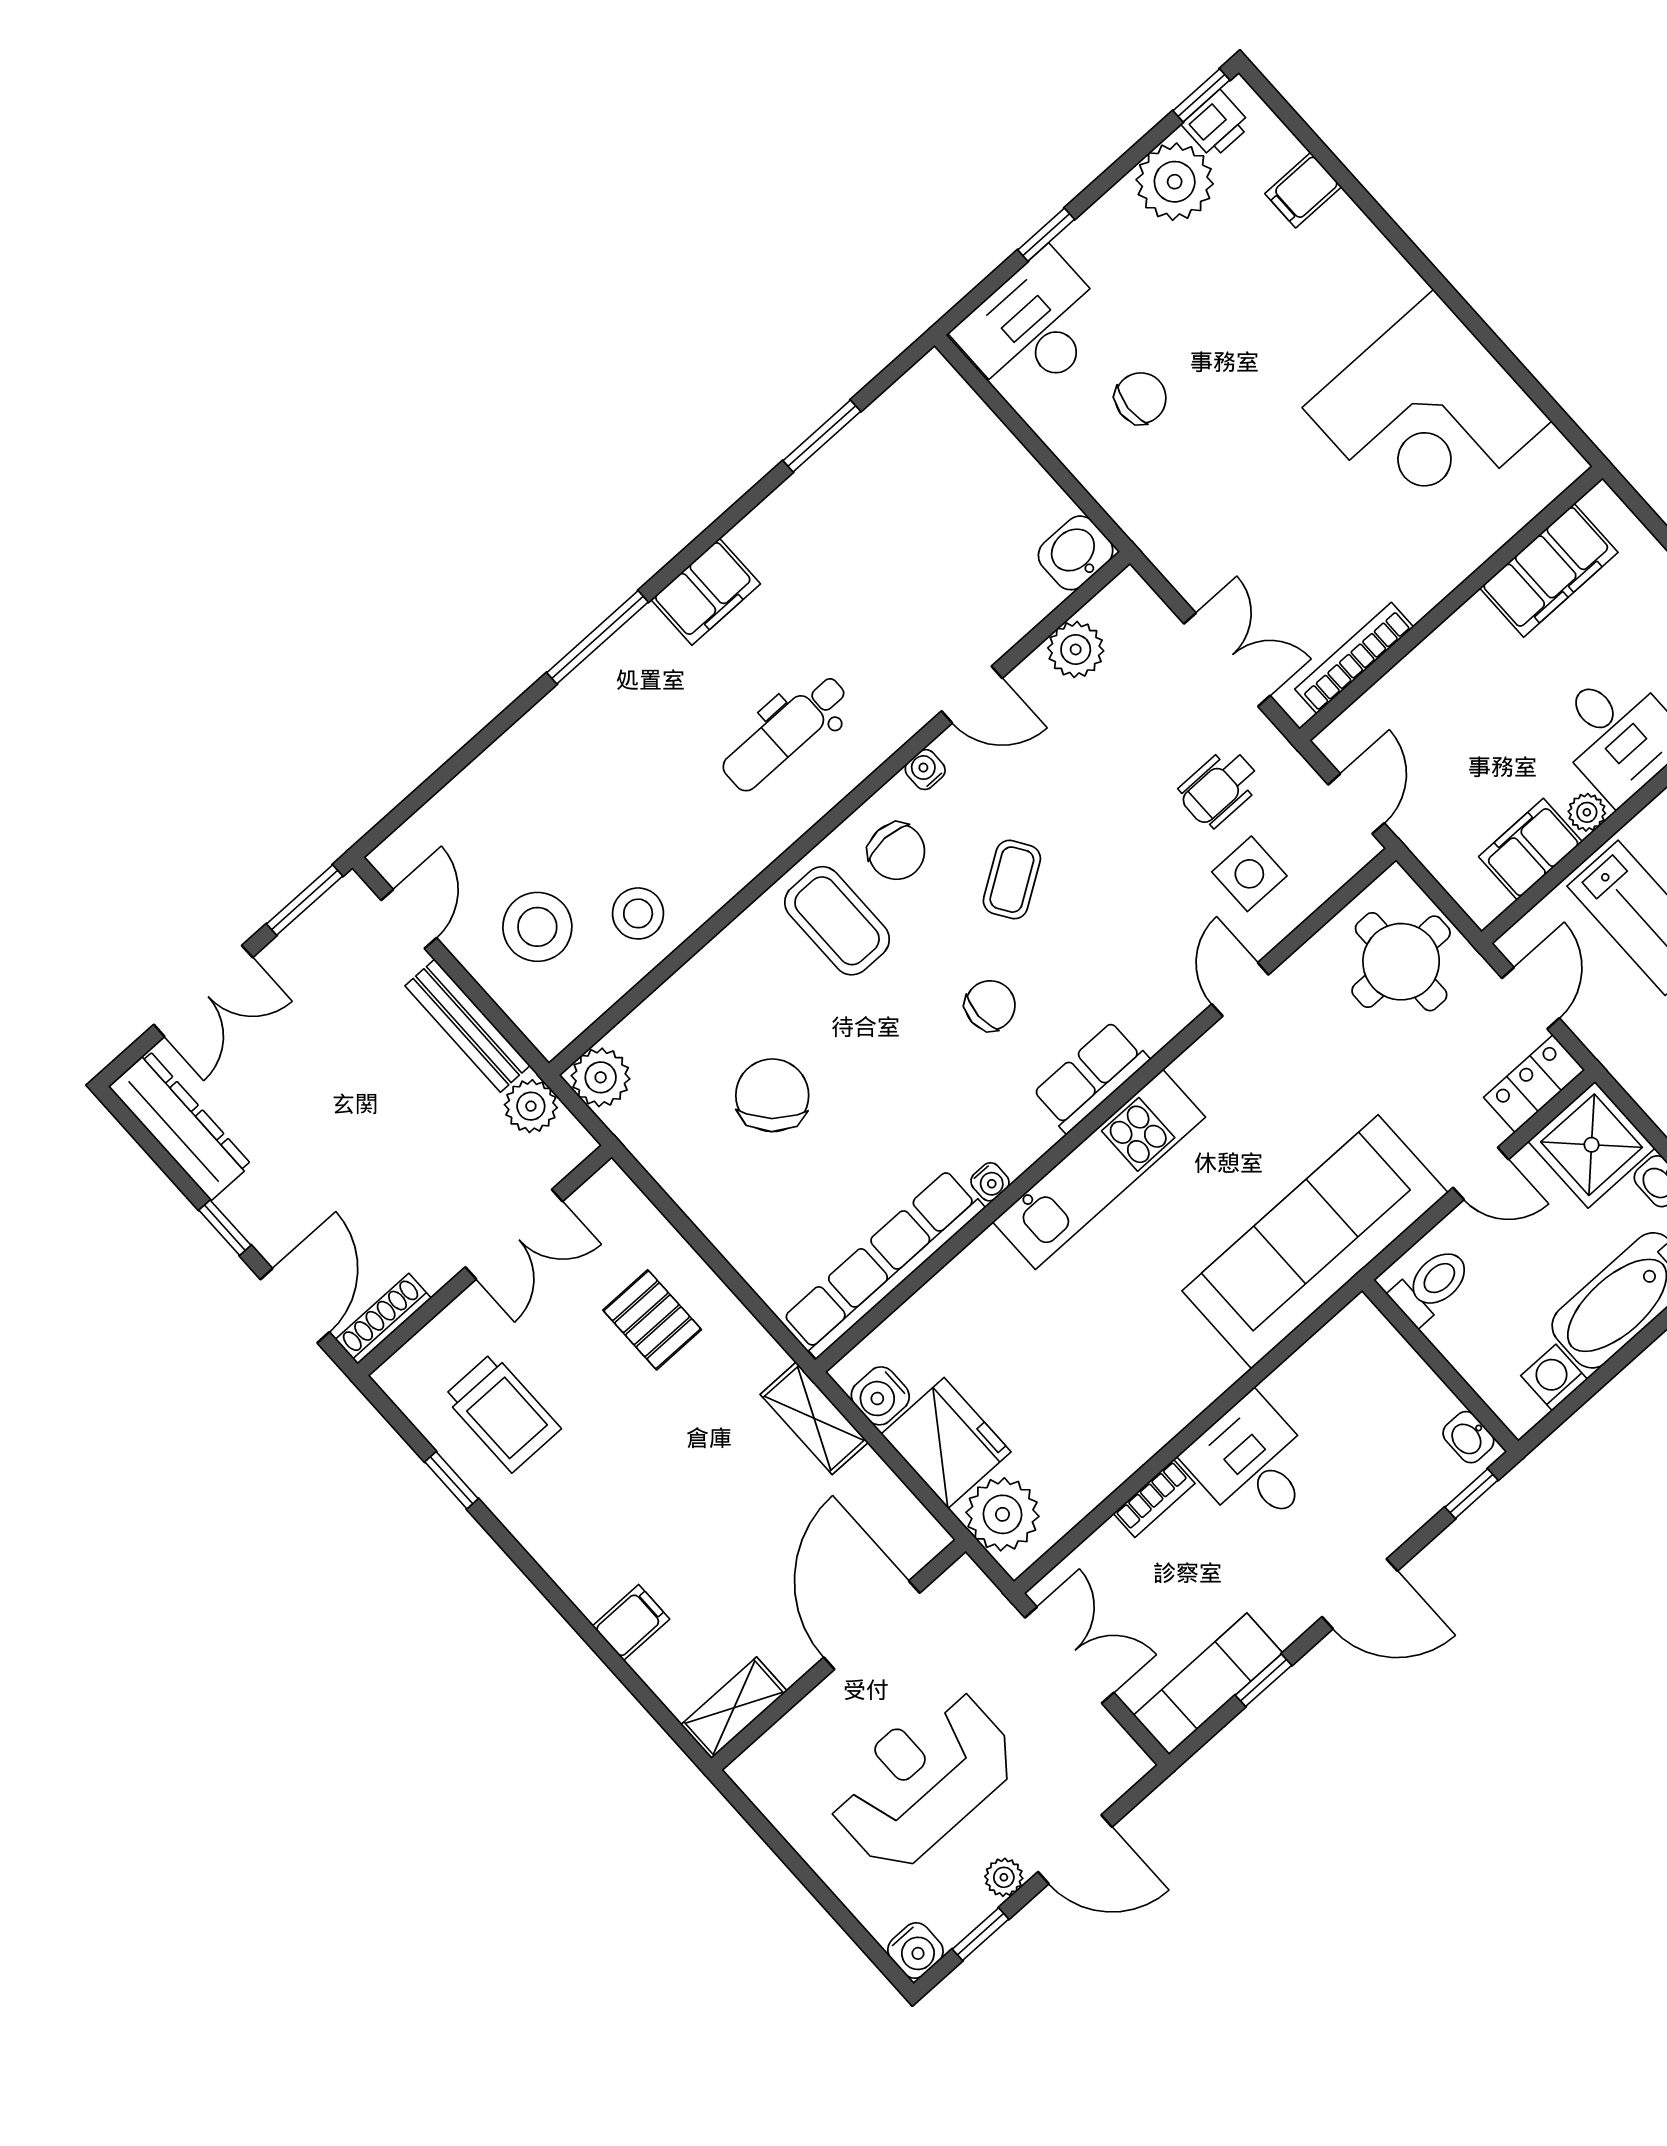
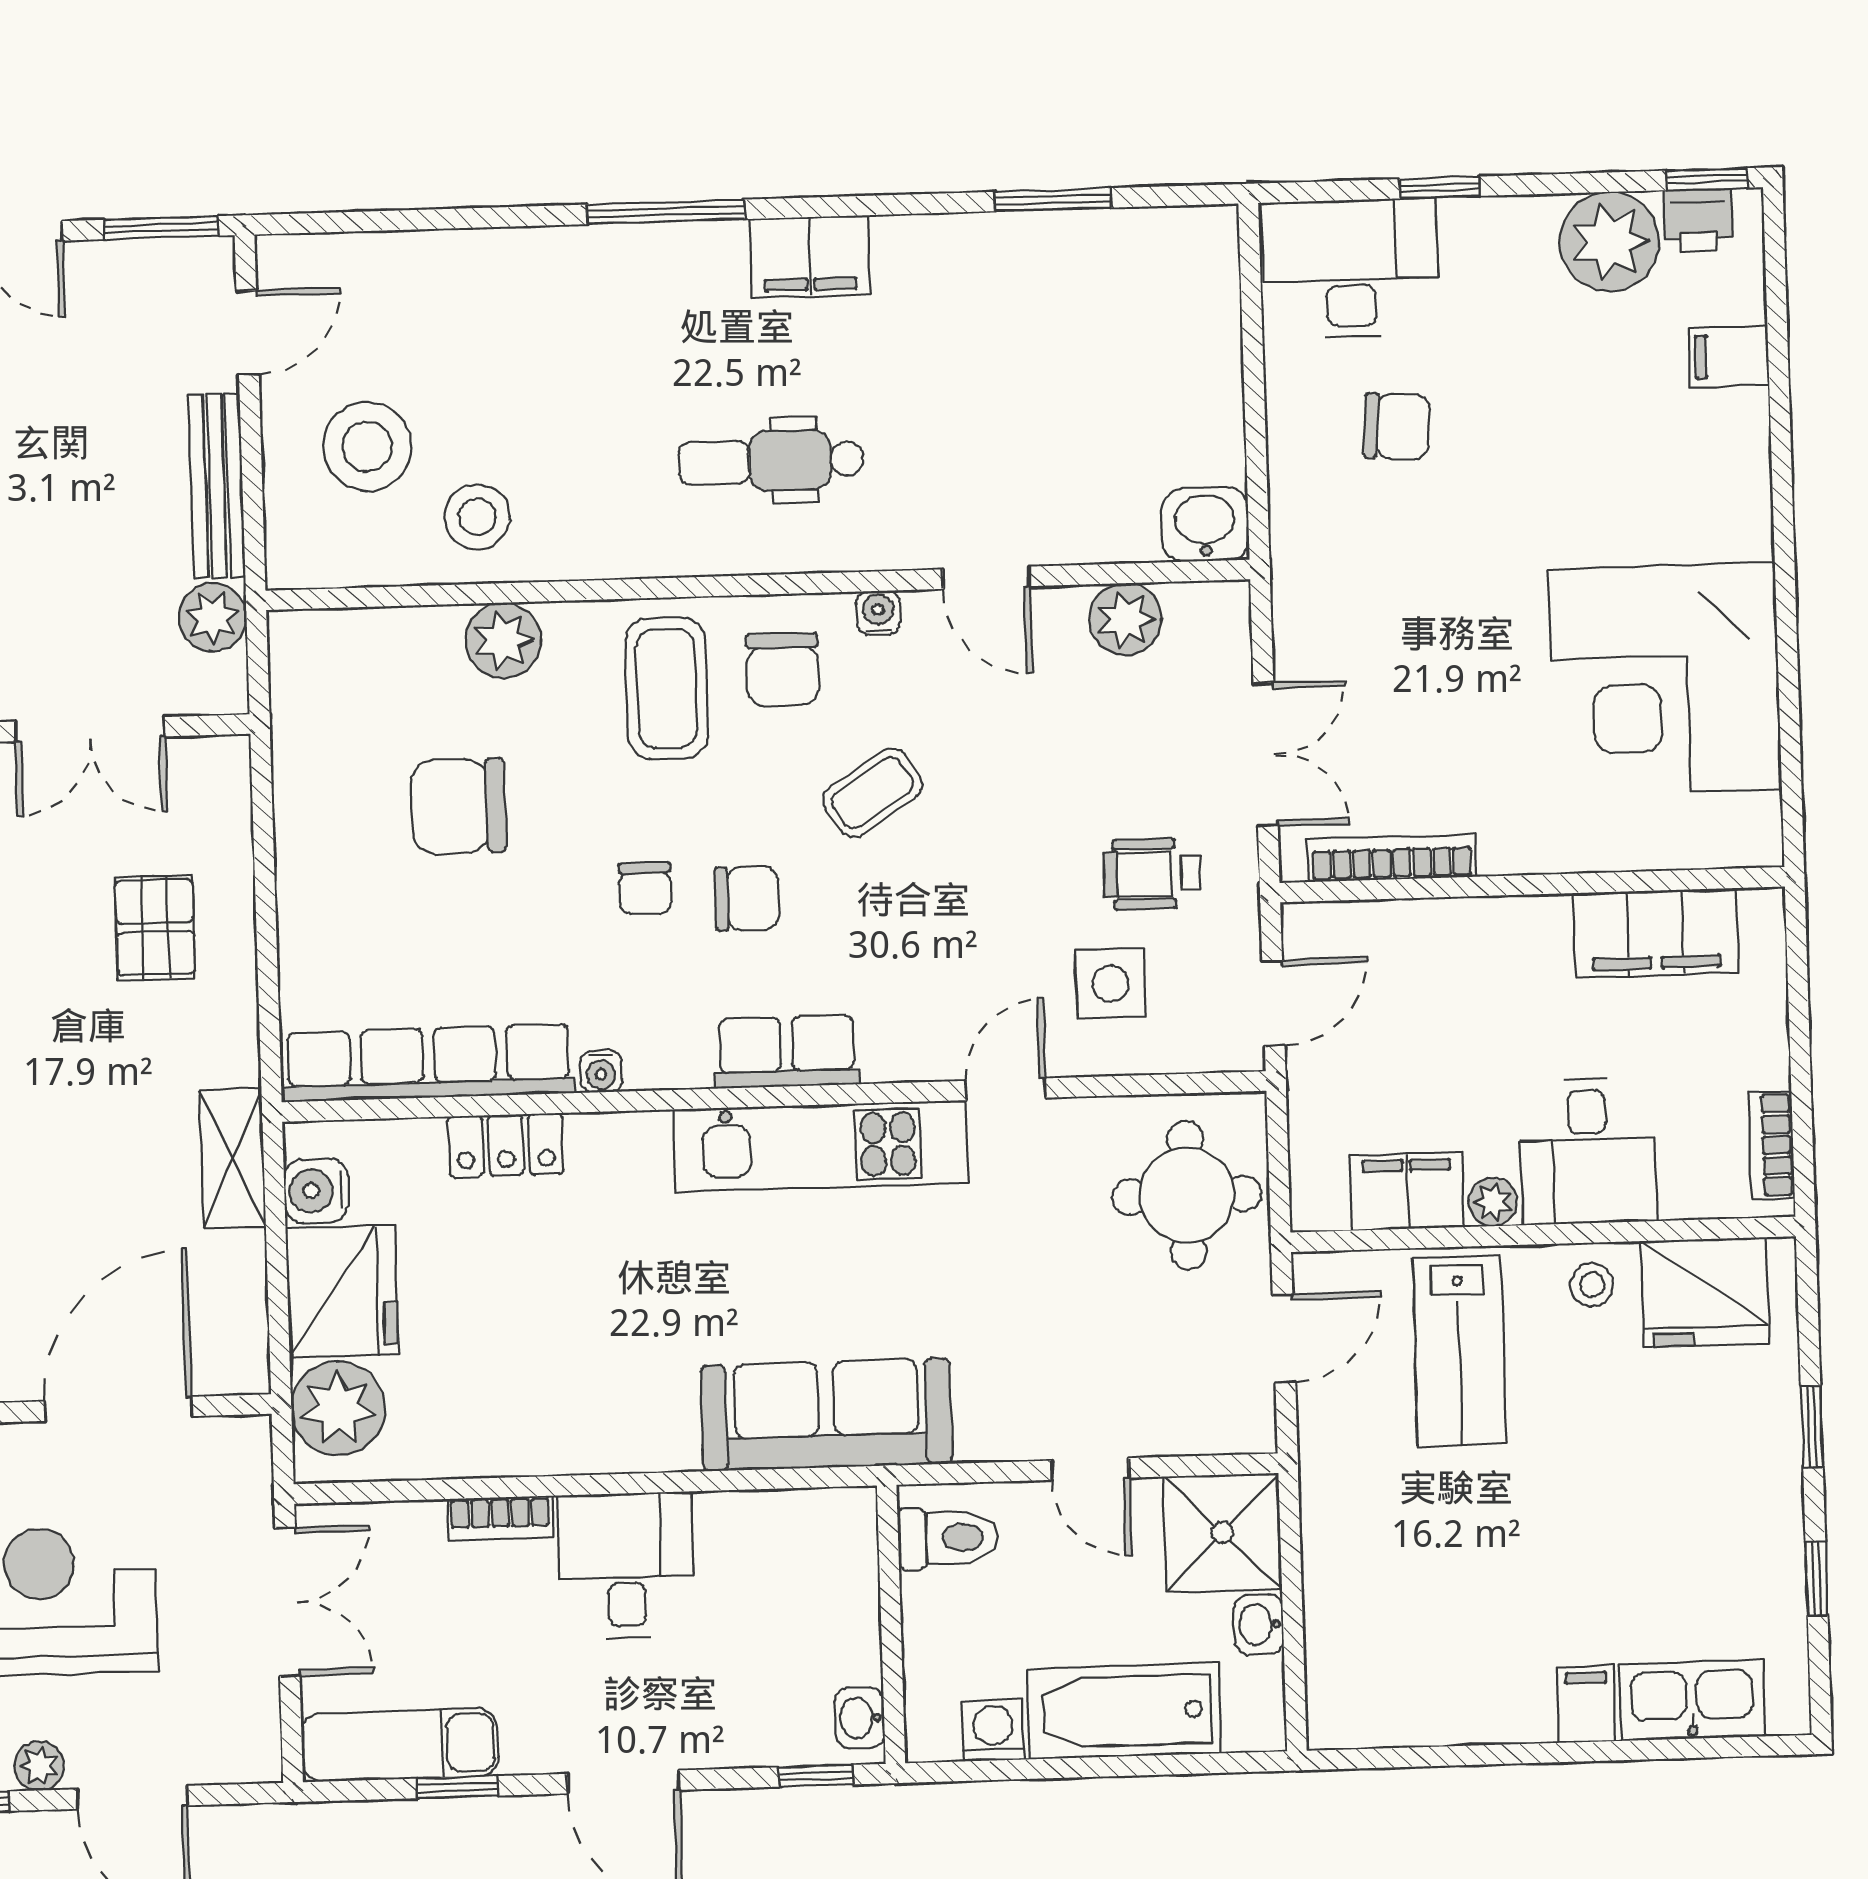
chair: (924, 1051) -> (645, 888), added
plant: (601, 1077) -> (503, 640), moved
locker: (1534, 1084) -> (506, 1145), moved, turned 180
chair: (772, 1095) -> (459, 806), turned -133
kitchen unit: (1099, 1169) -> (821, 1146), moved
sofa: (1315, 1242) -> (826, 1415), width x0.74, depth x0.79

